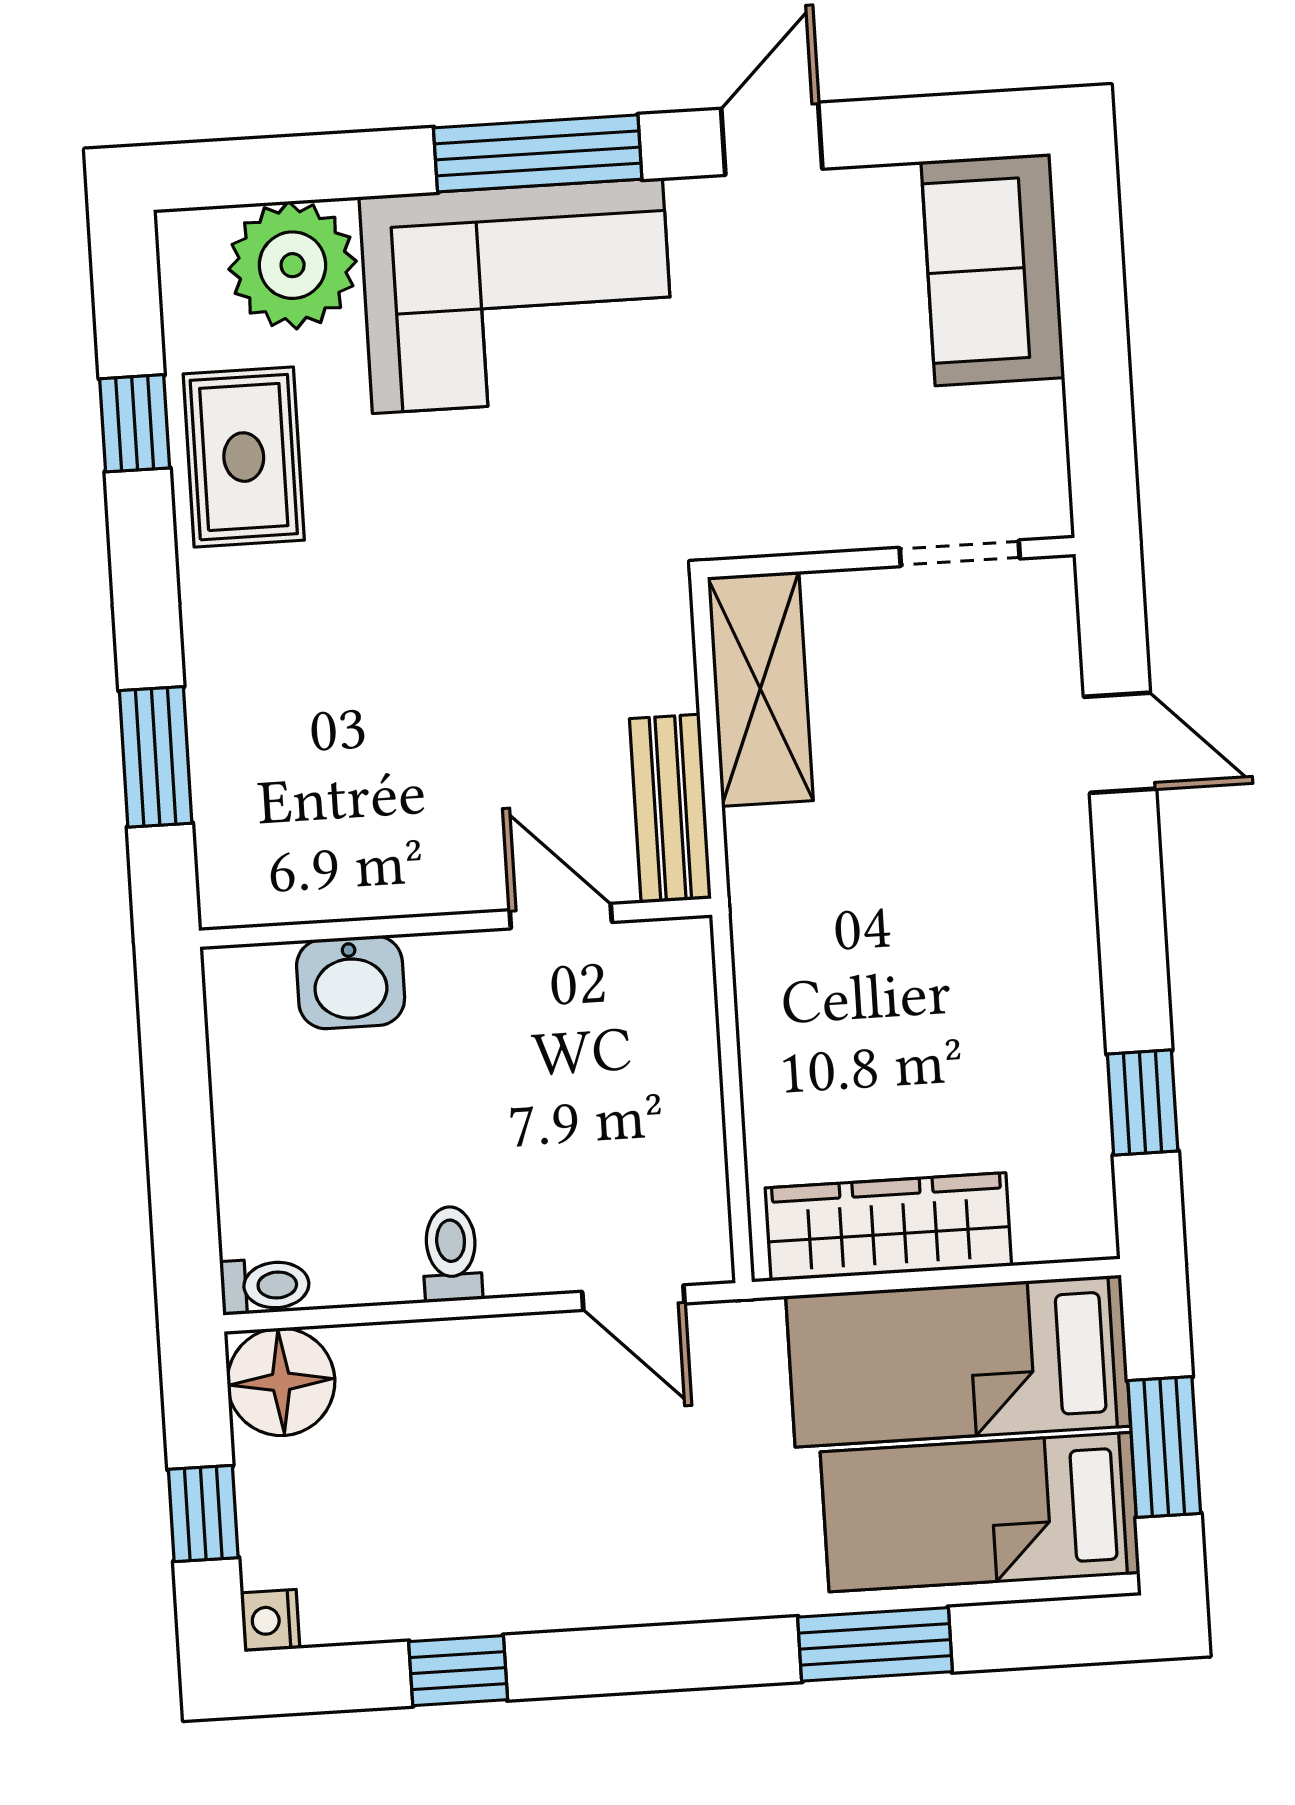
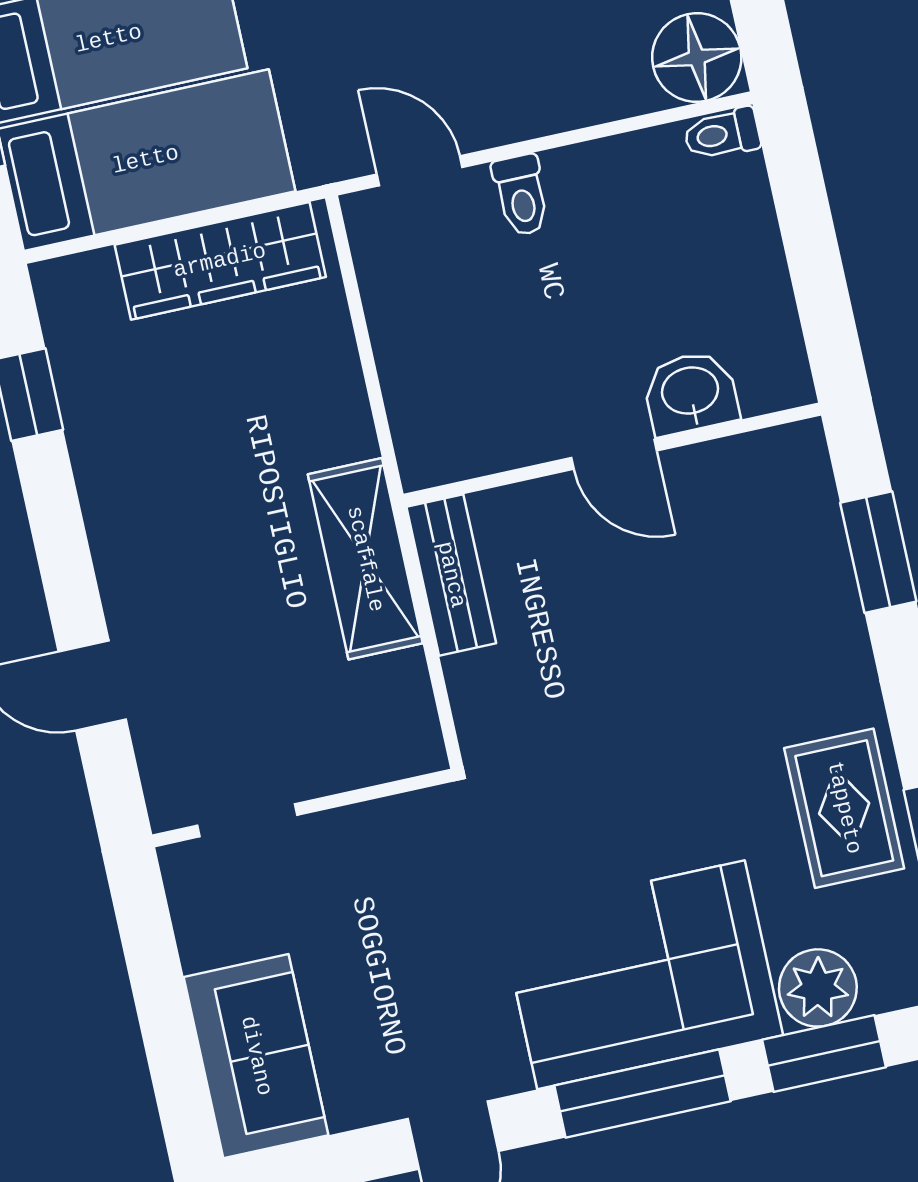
window: (313, 168) -> (824, 1054), added
plant: (293, 265) -> (818, 988), width x0.73, depth x0.73
shelving: (760, 689) -> (365, 559), moved
door: (561, 916) -> (614, 454), moved
toilet: (451, 1254) -> (521, 195), moved

